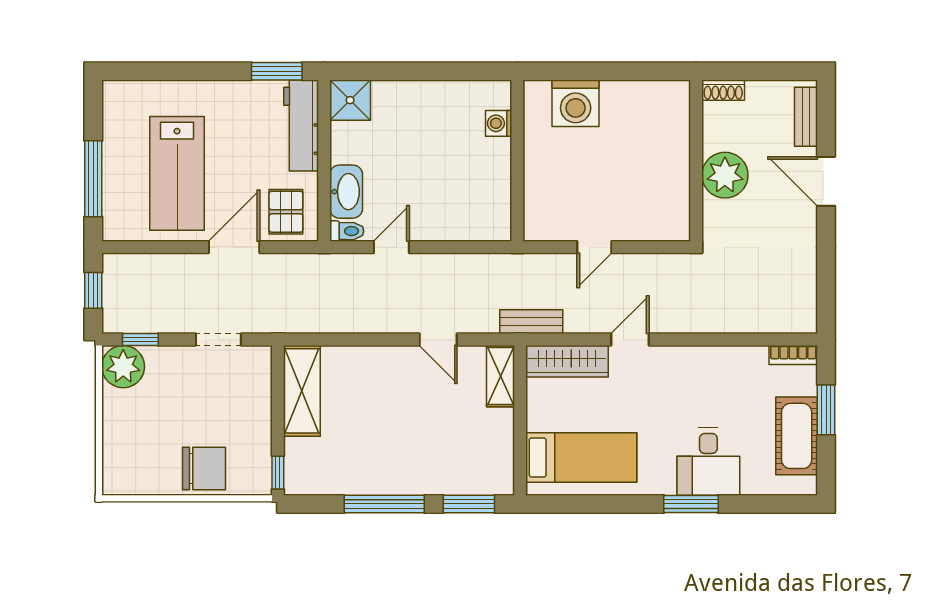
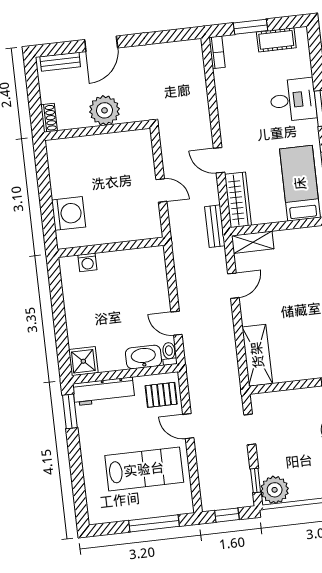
door: (234, 247) -> (188, 426), width x0.73
shelving: (302, 391) -> (257, 355), moved, turned 90
cot: (797, 436) -> (276, 40), width x0.73, depth x0.75

